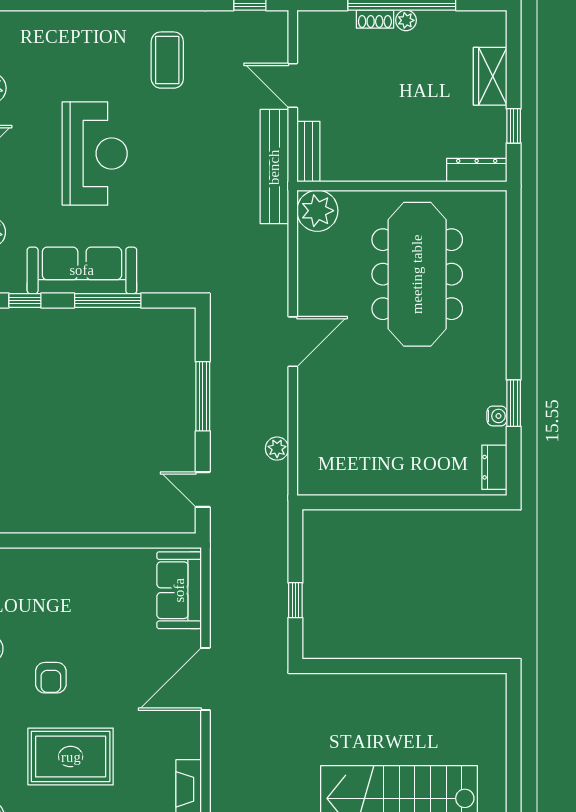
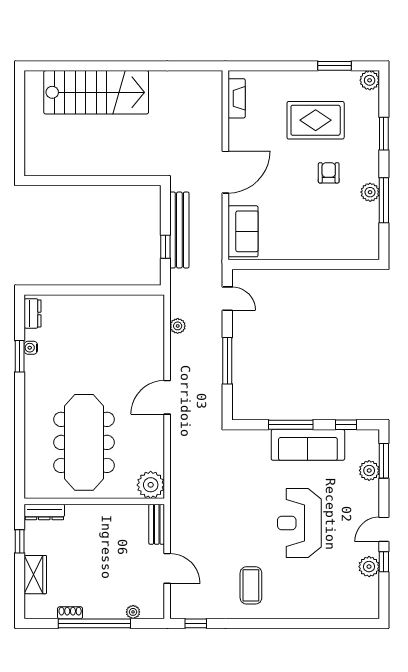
shoe rack: (375, 19) -> (70, 613), moved
plant: (406, 20) -> (133, 612), moved
bench: (274, 167) -> (179, 230), moved
window: (295, 600) -> (165, 247), moved

